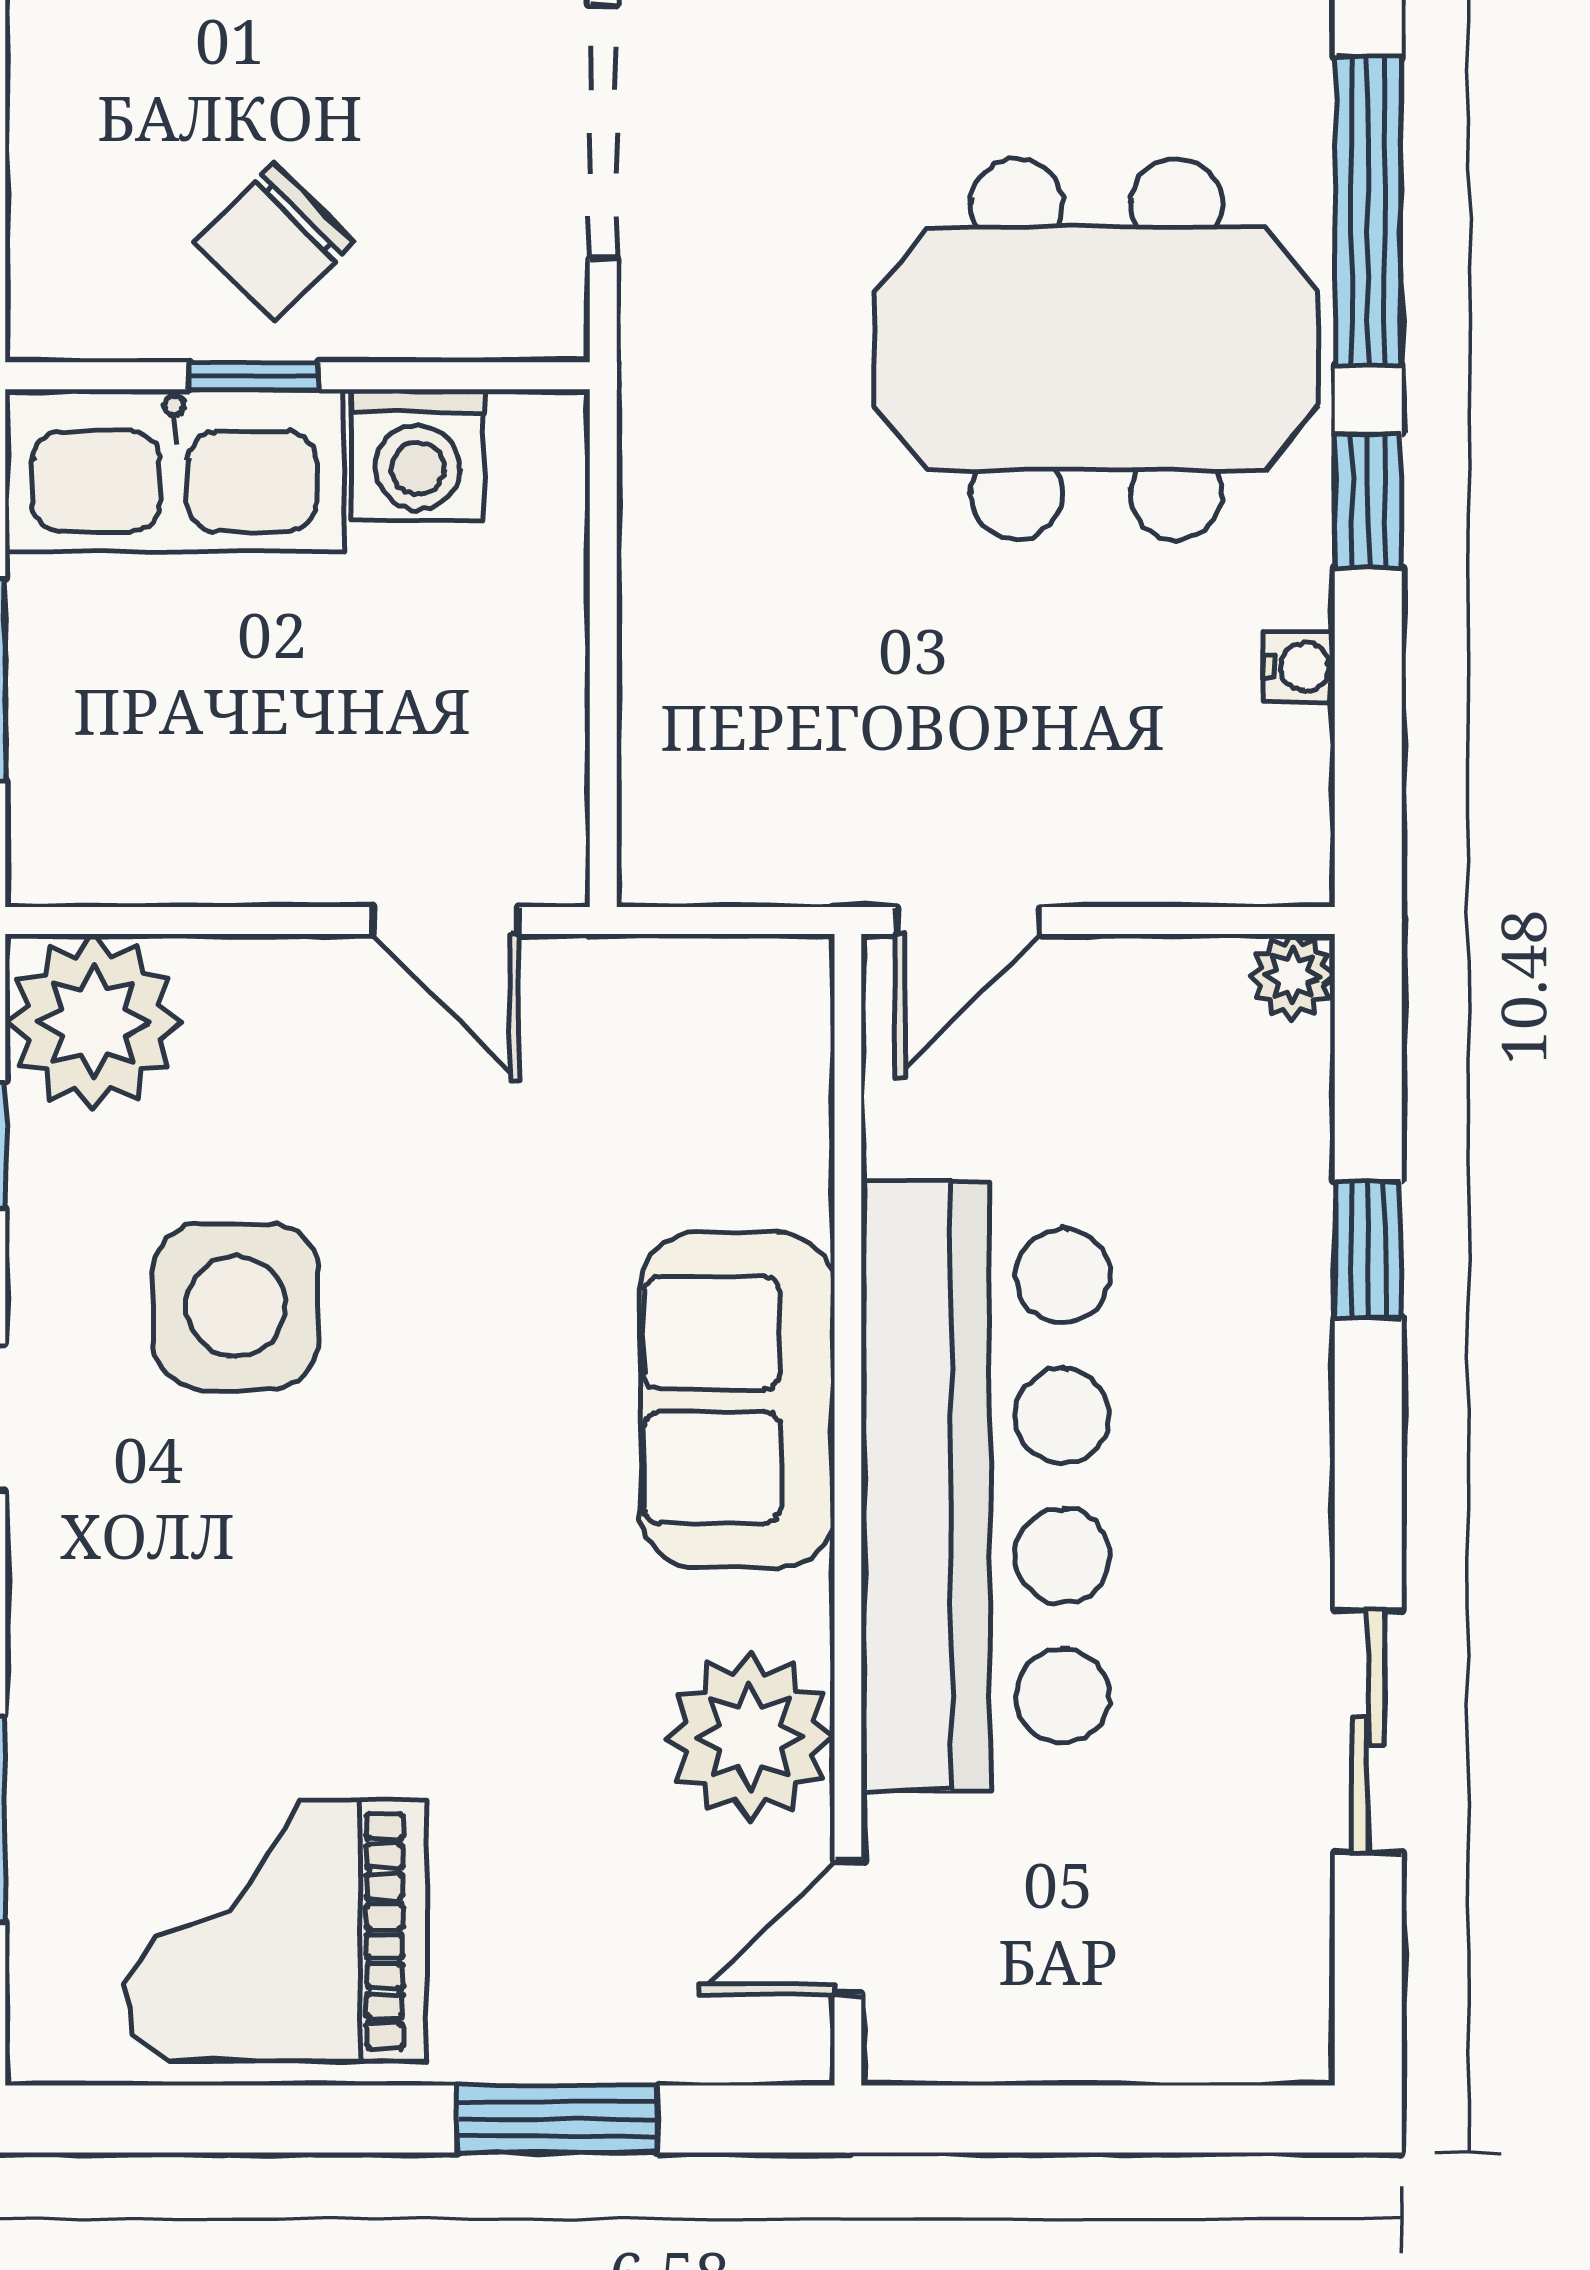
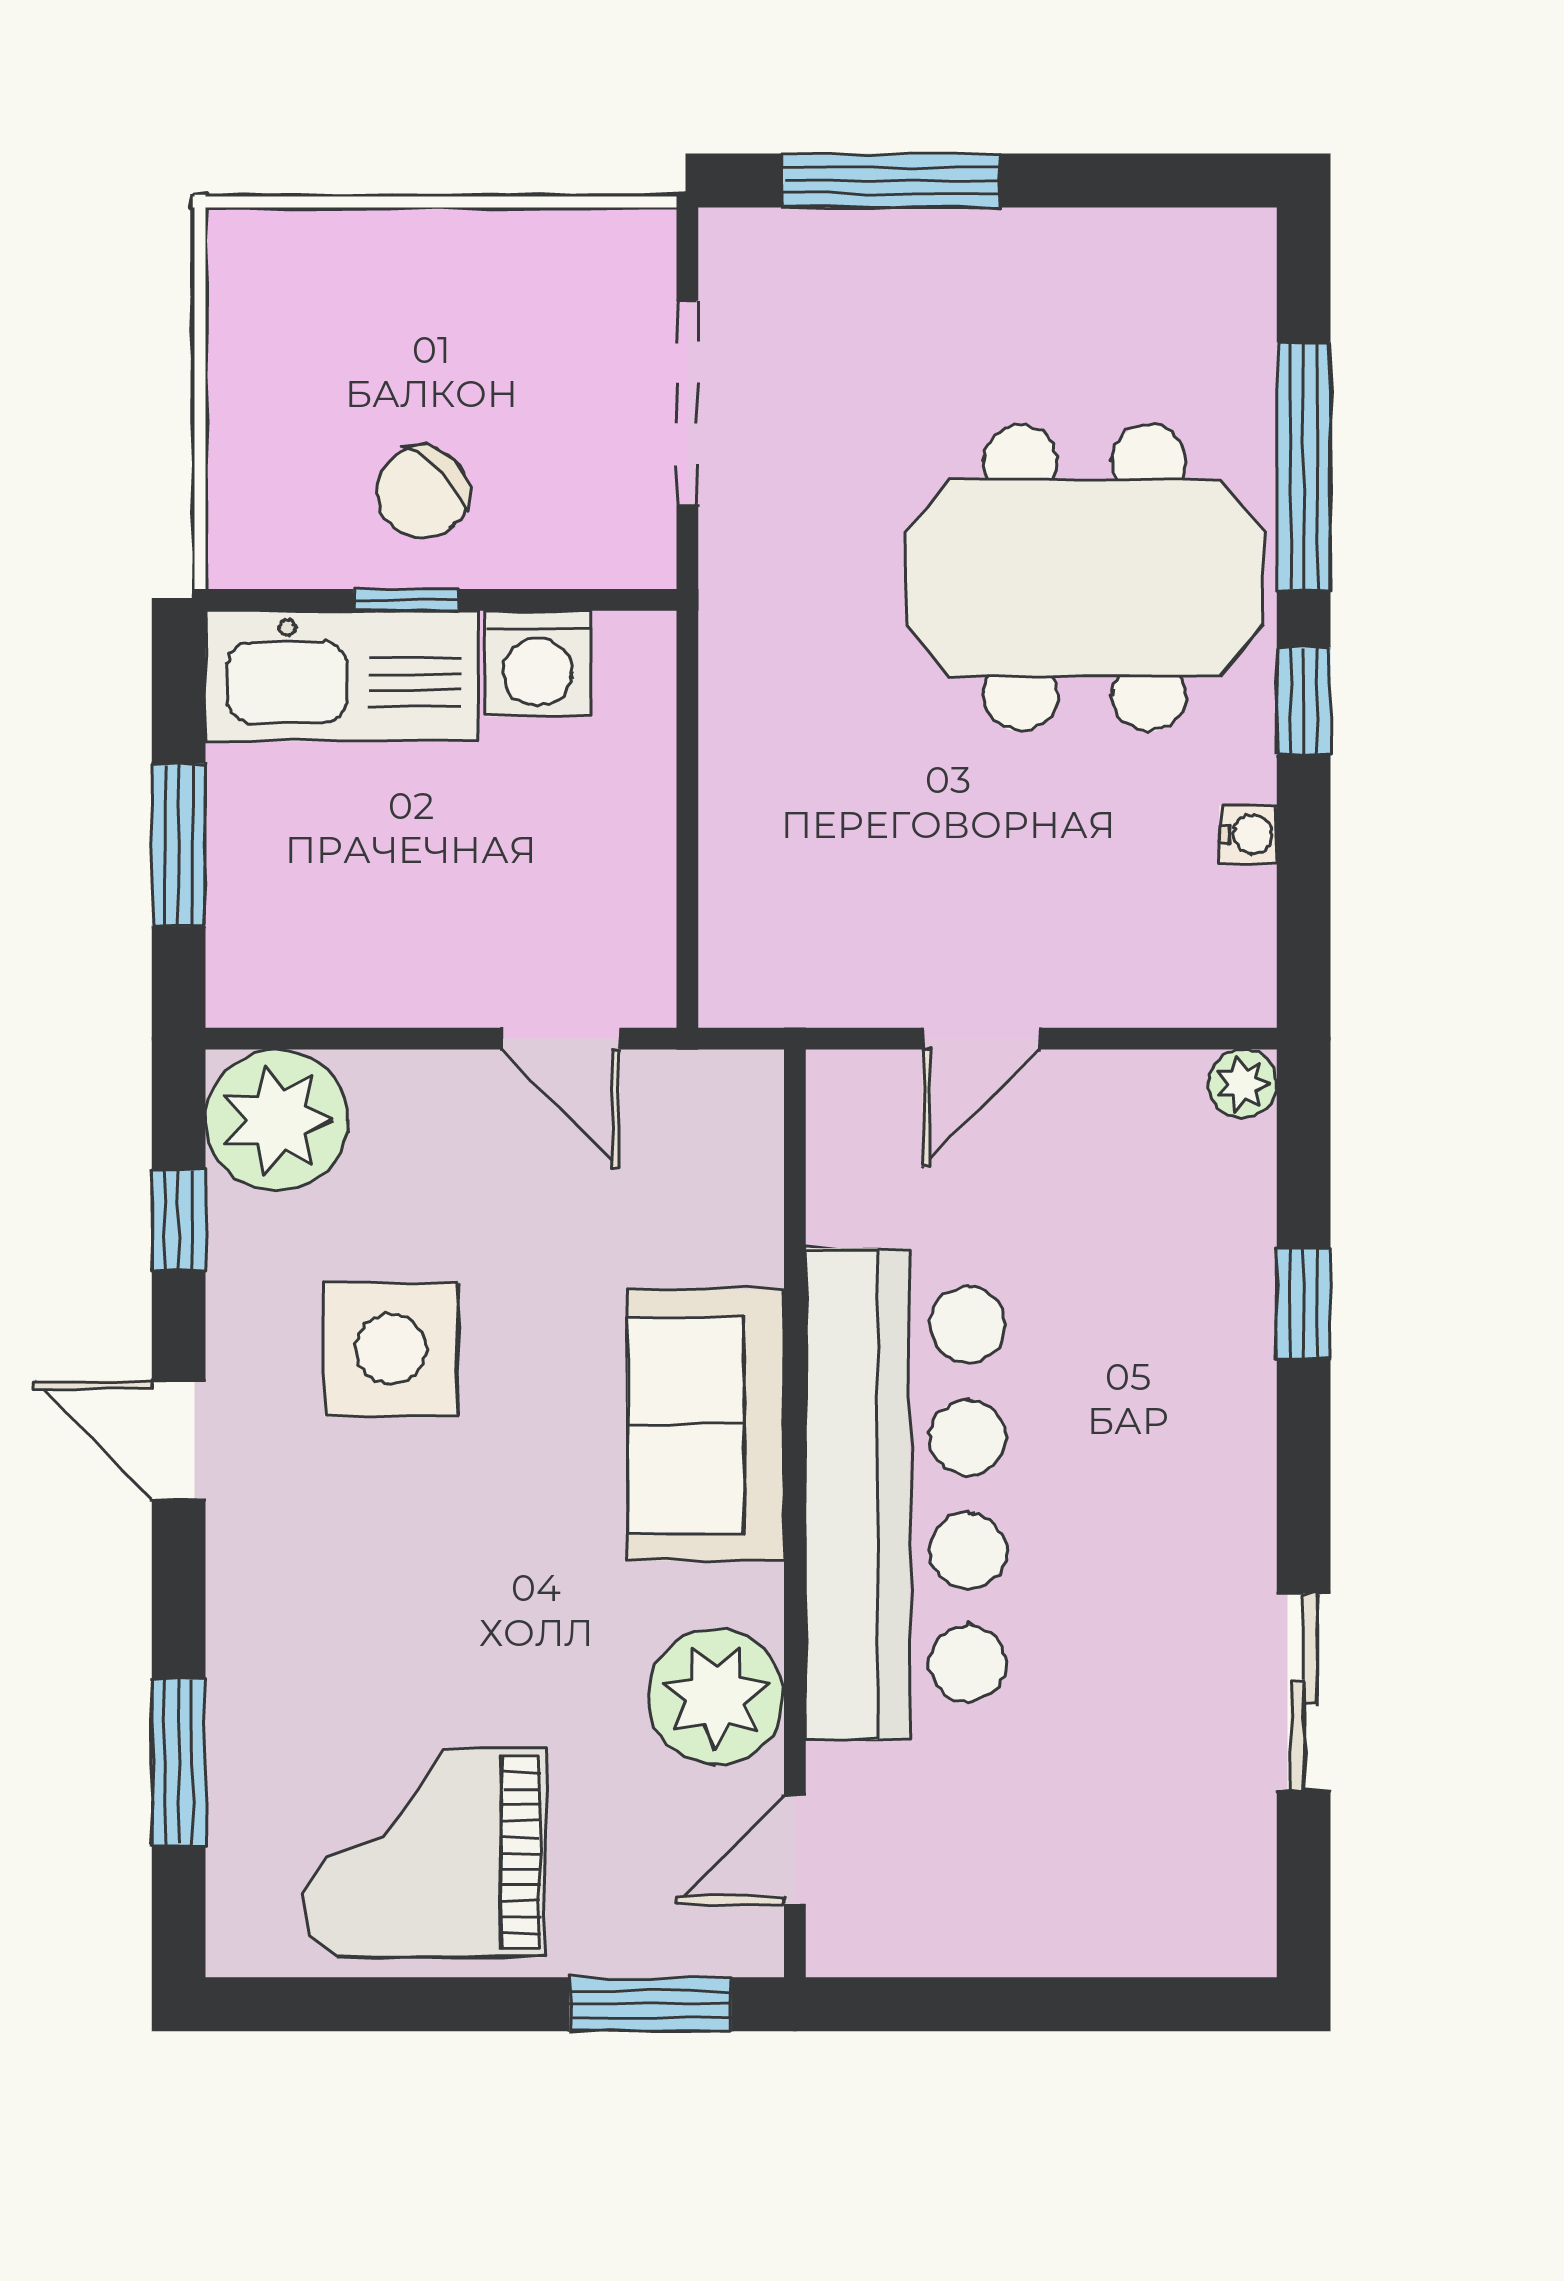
sofa: (737, 1400) -> (706, 1425), moved
bar counter: (985, 1486) -> (906, 1494), moved
wall: (848, 1510) -> (795, 1513), moved
plant: (750, 1737) -> (716, 1696), moved
door: (848, 1927) -> (795, 1850), moved

